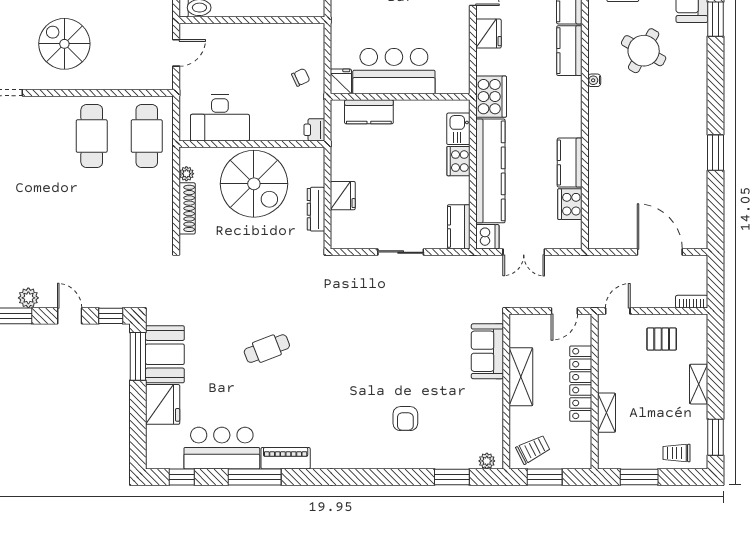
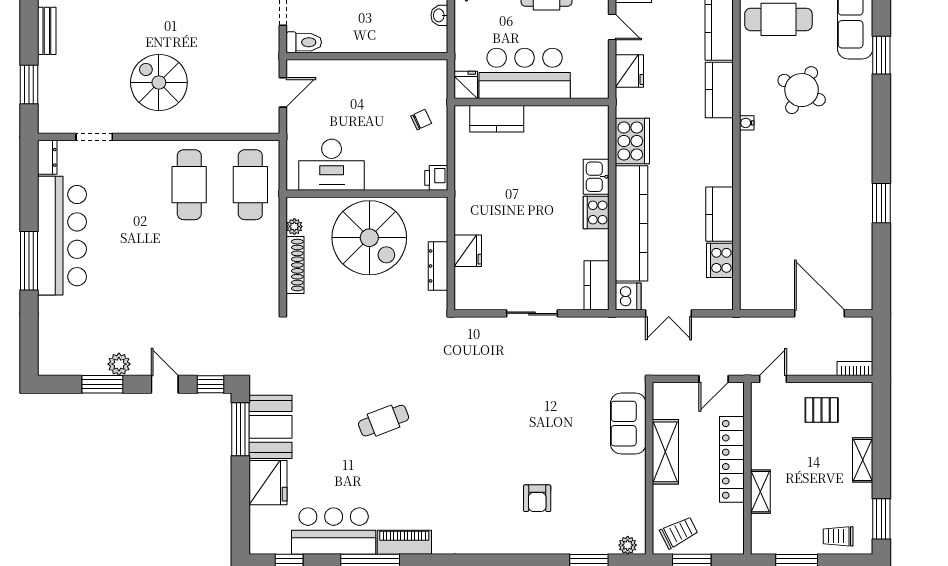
bar counter: (394, 71) -> (525, 73), moved
fridge: (341, 81) -> (466, 85), moved
wall: (400, 97) -> (531, 102), moved
kitchen counter: (369, 112) -> (497, 119), moved

